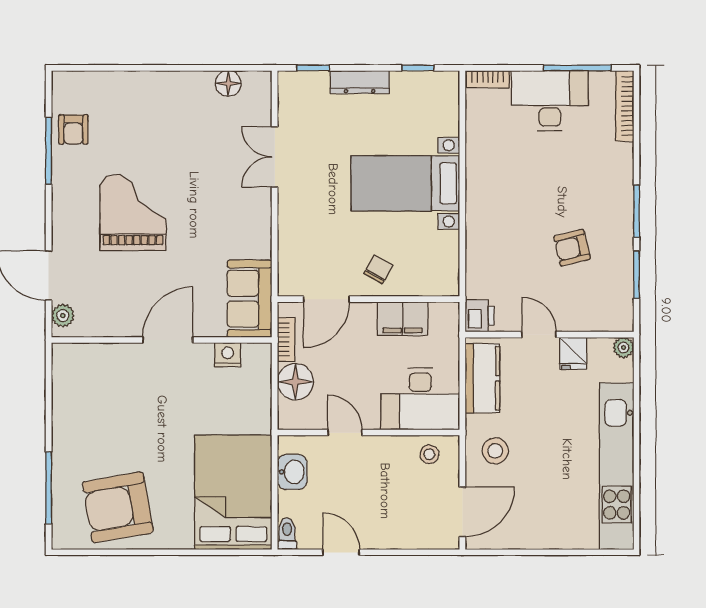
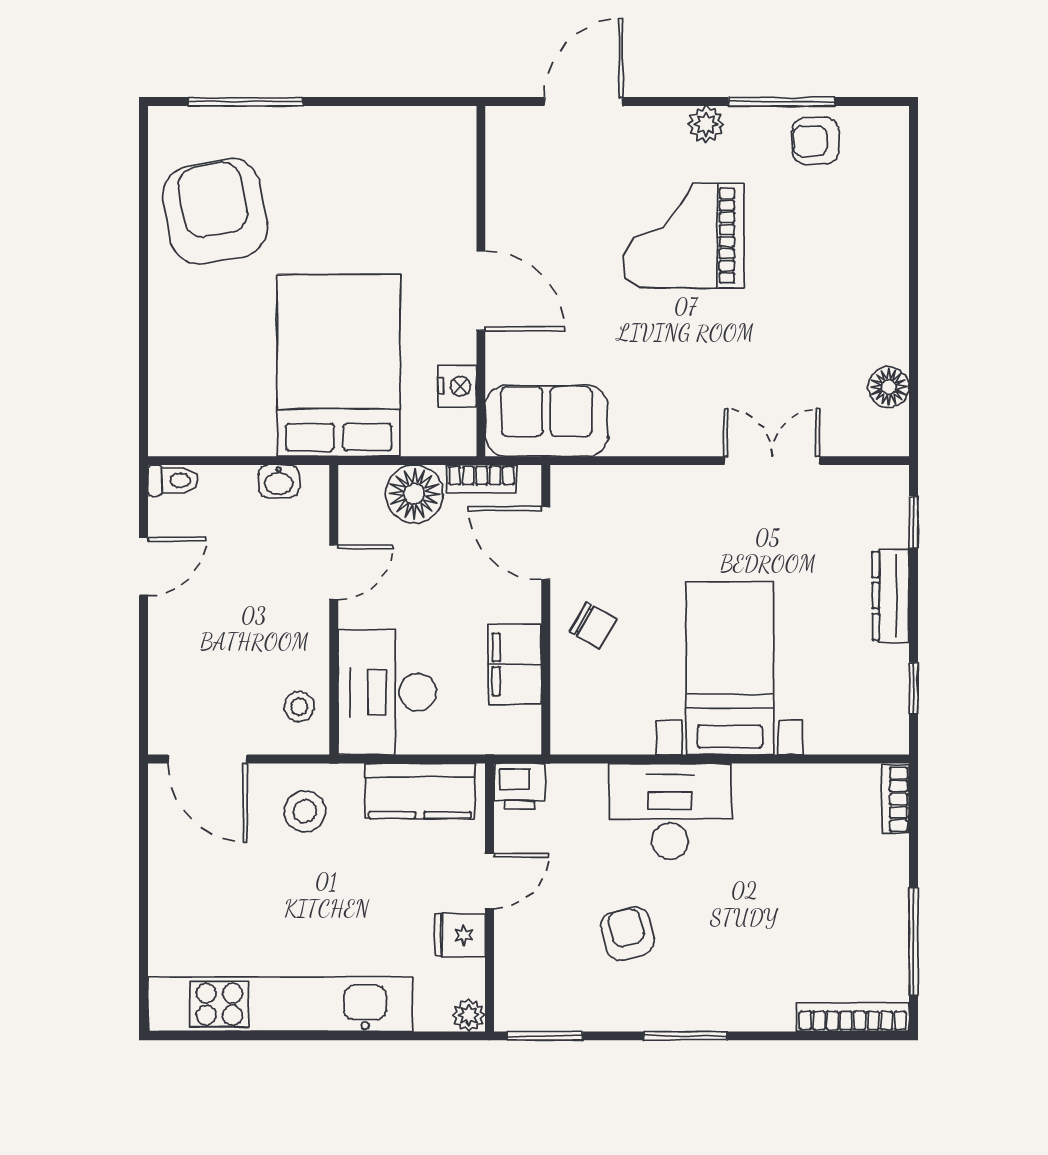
desk: (550, 101) -> (670, 811), moved, turned -90
grand piano: (133, 213) -> (683, 236), turned 180
window: (637, 275) -> (545, 1036), moved
plant: (63, 316) -> (706, 124), moved
washbasin: (292, 472) -> (279, 481), width x0.72, depth x0.69
bed: (233, 492) -> (339, 365), moved, turned -90

